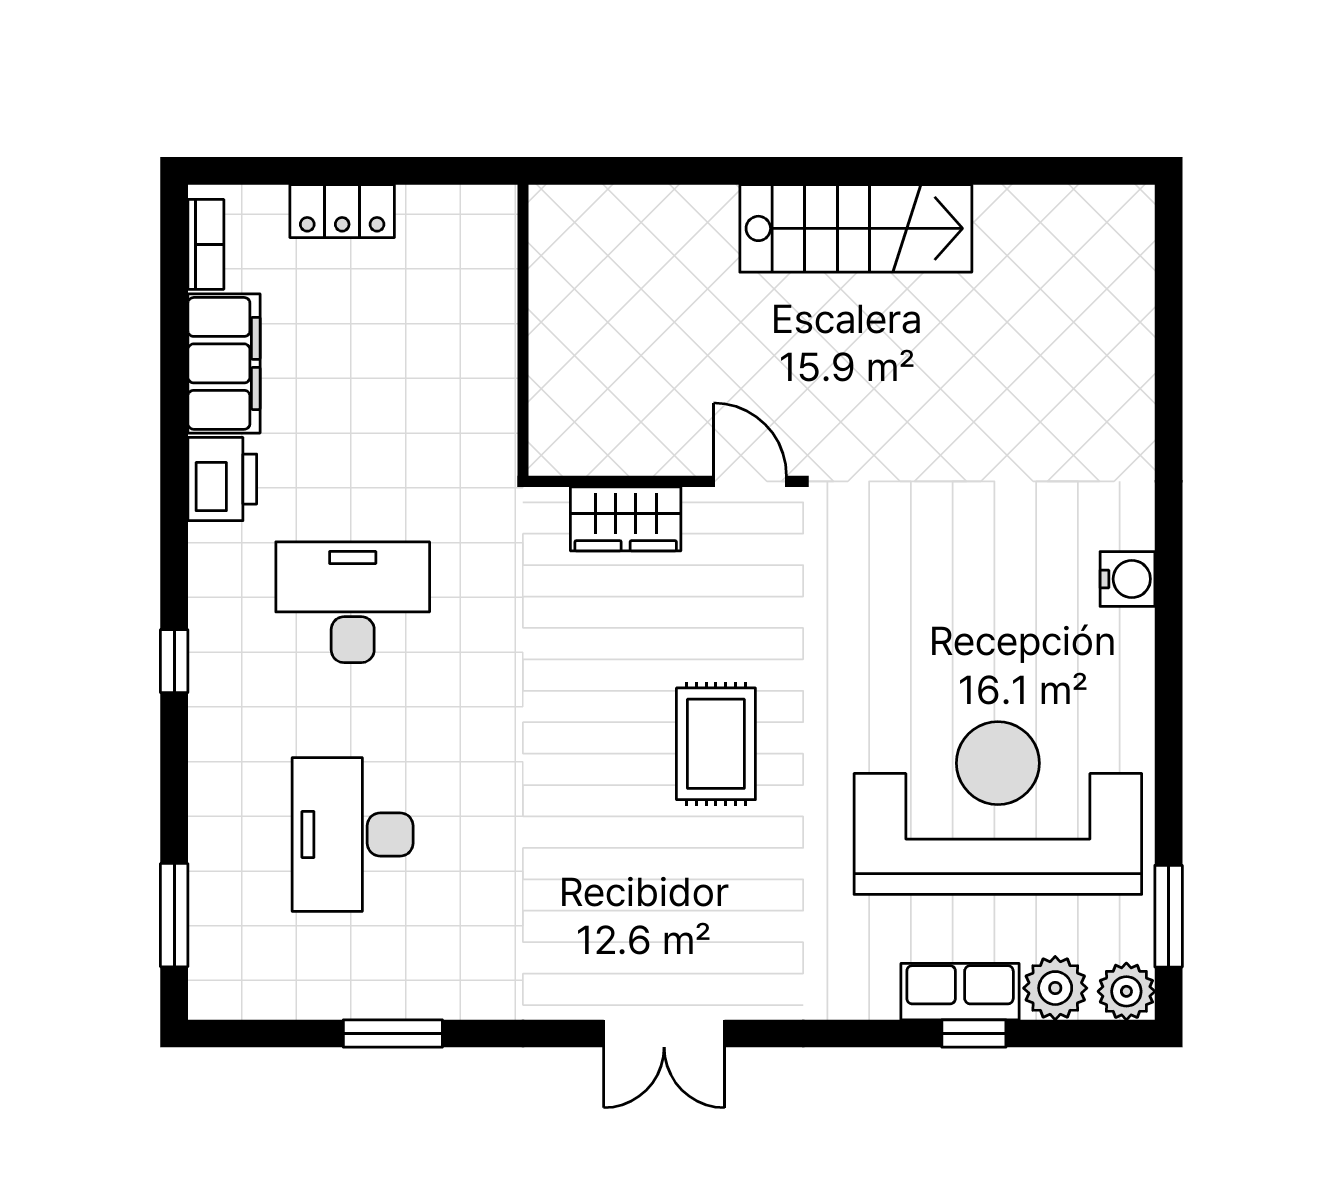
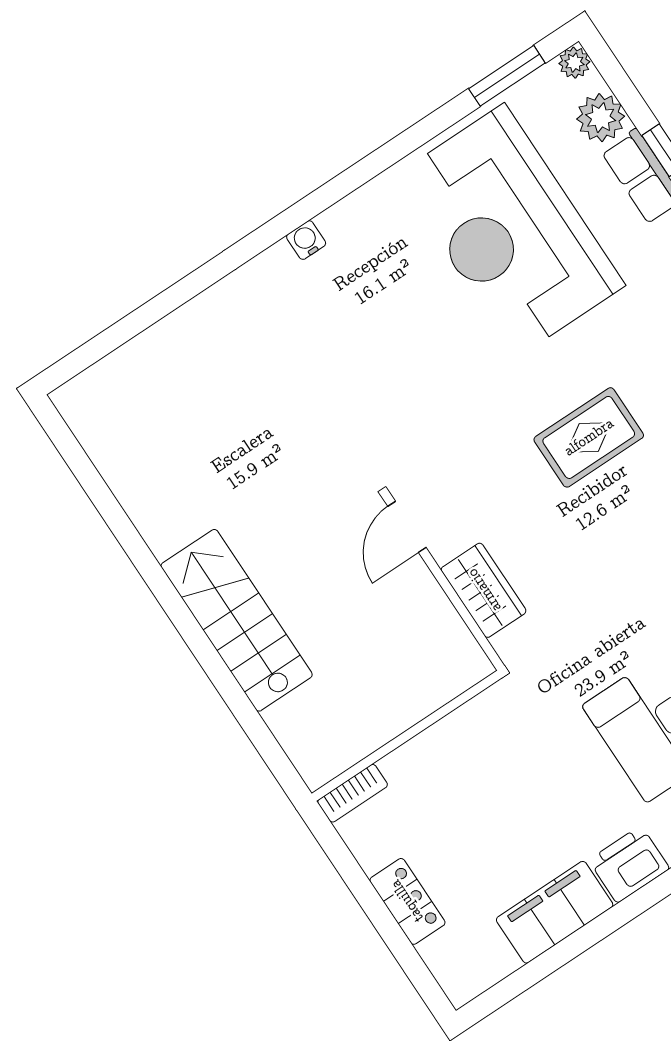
stairs: (856, 228) -> (237, 620), moved
bookcase: (206, 244) -> (353, 793), moved, turned 180
water cooler: (1127, 579) -> (306, 240), width x0.72, depth x0.72
plant: (1126, 991) -> (574, 63), width x0.73, depth x0.73

